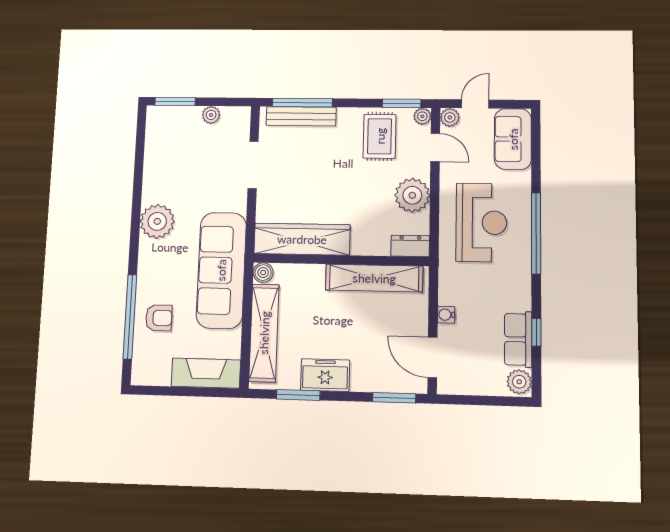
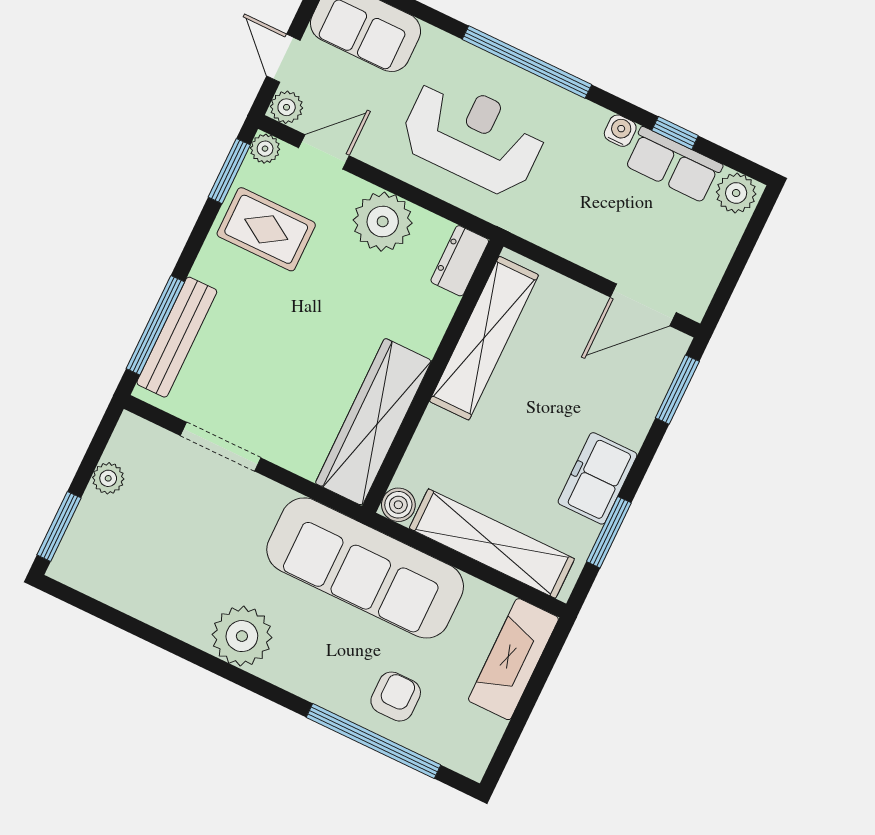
water cooler: (446, 315) -> (620, 131), moved, turned 180

